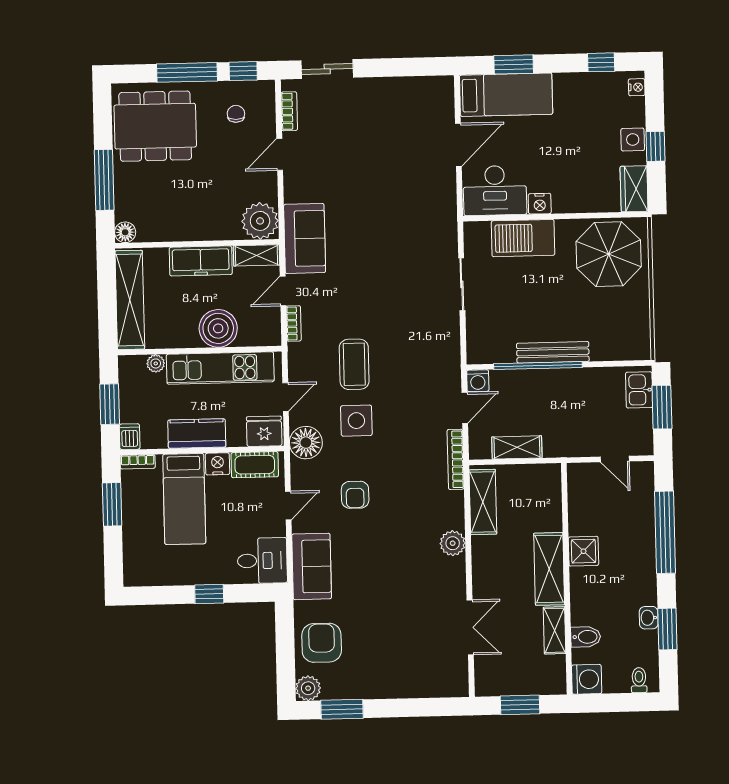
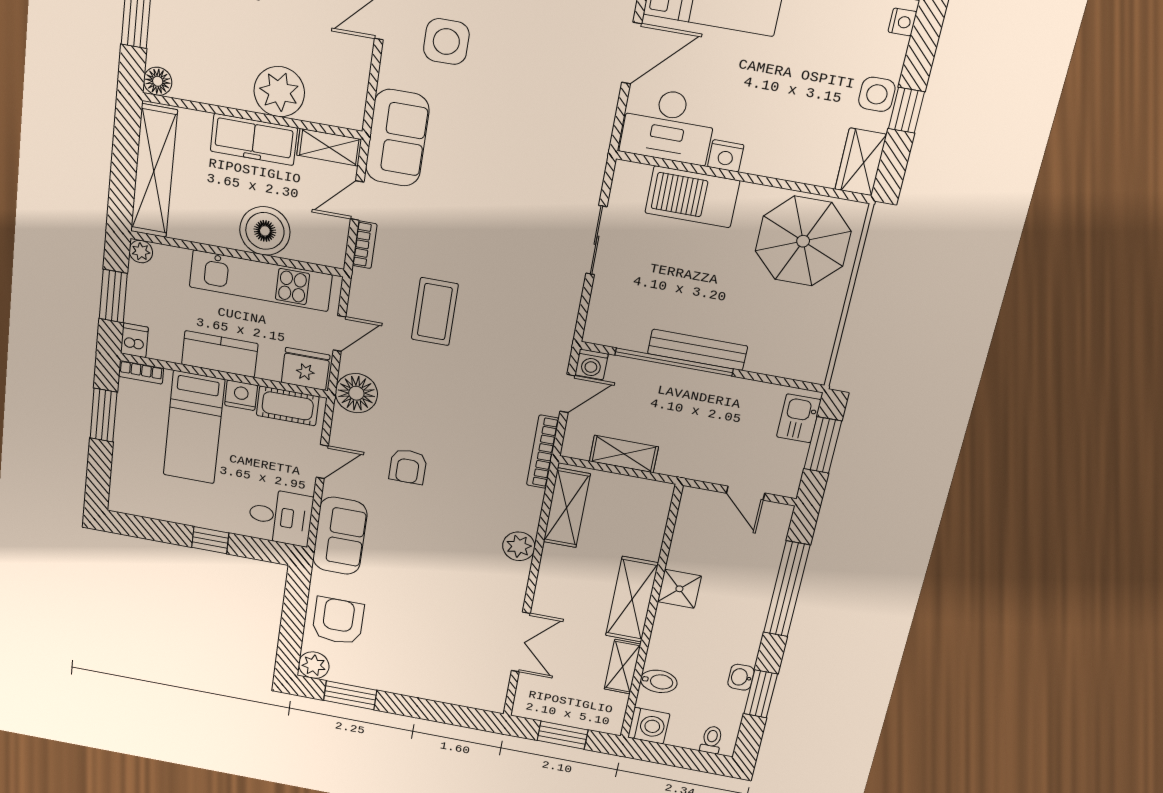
plant: (260, 221) -> (279, 92), moved
plant: (156, 363) -> (141, 252), moved
side table: (356, 421) -> (446, 42), moved

